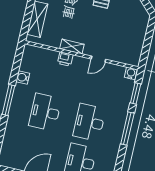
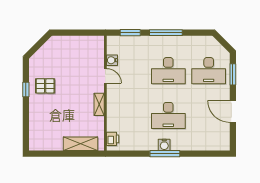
printer: (65, 59) -> (113, 139), moved
water cooler: (131, 73) -> (112, 60), moved
water cooler: (23, 77) -> (164, 145), moved

